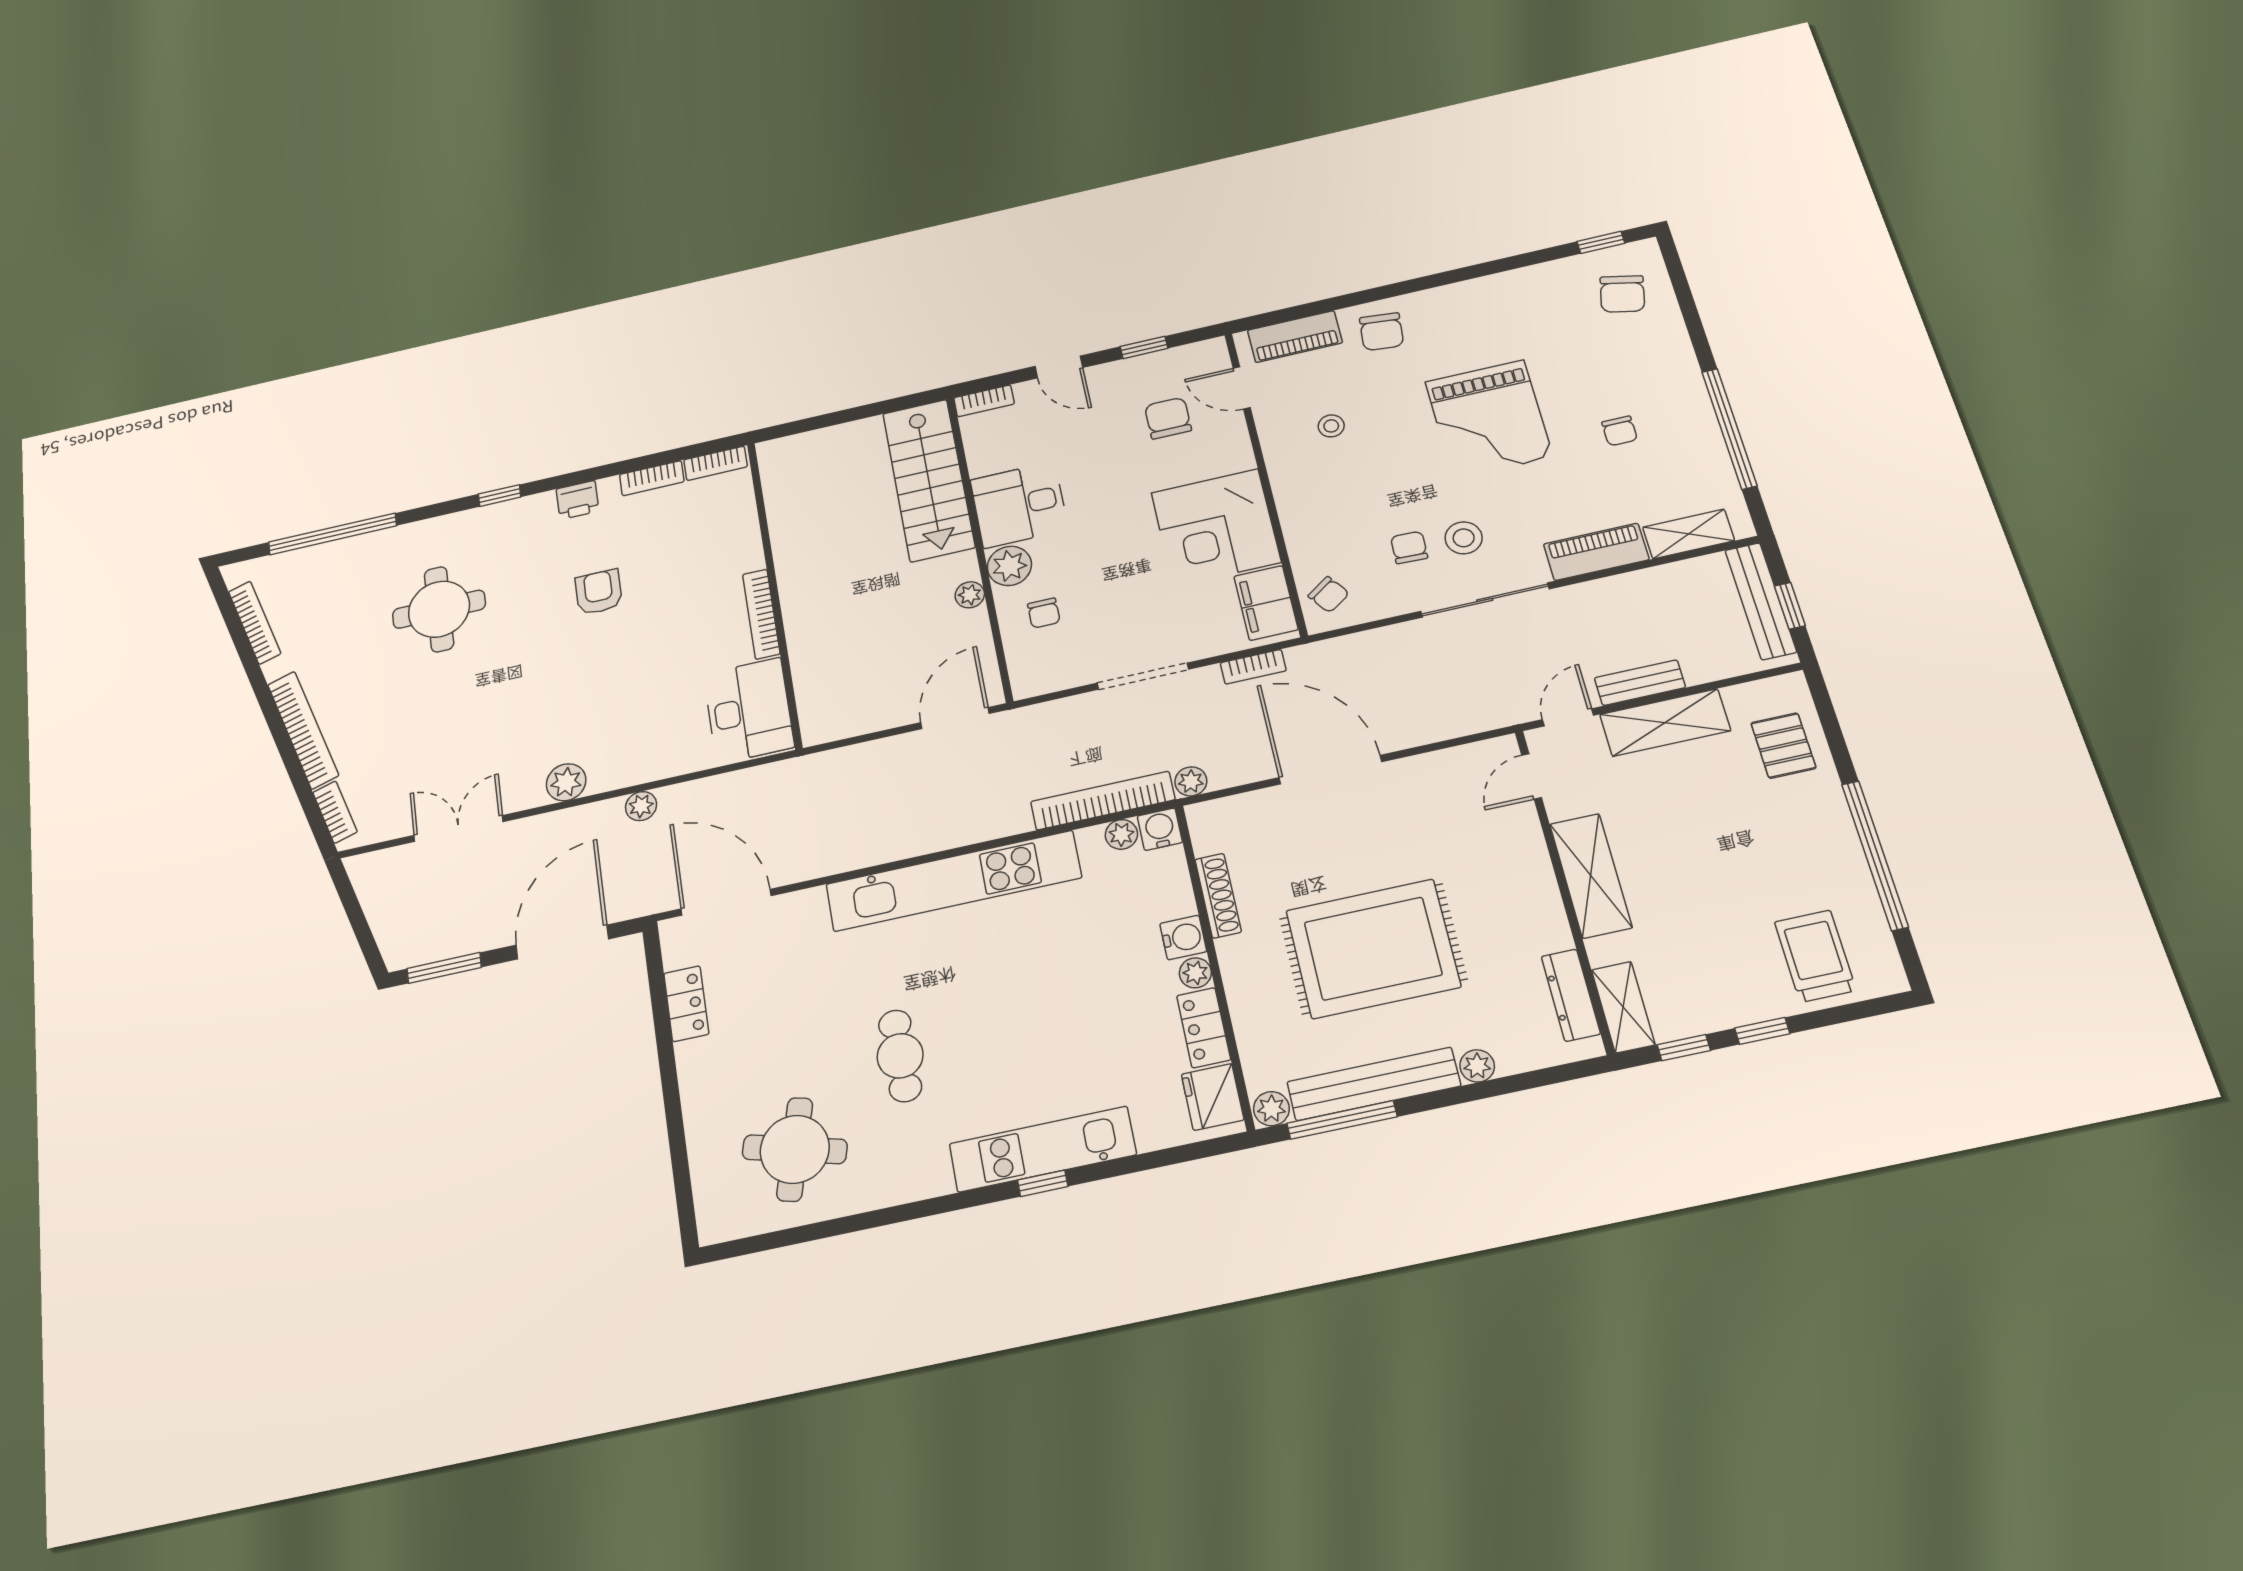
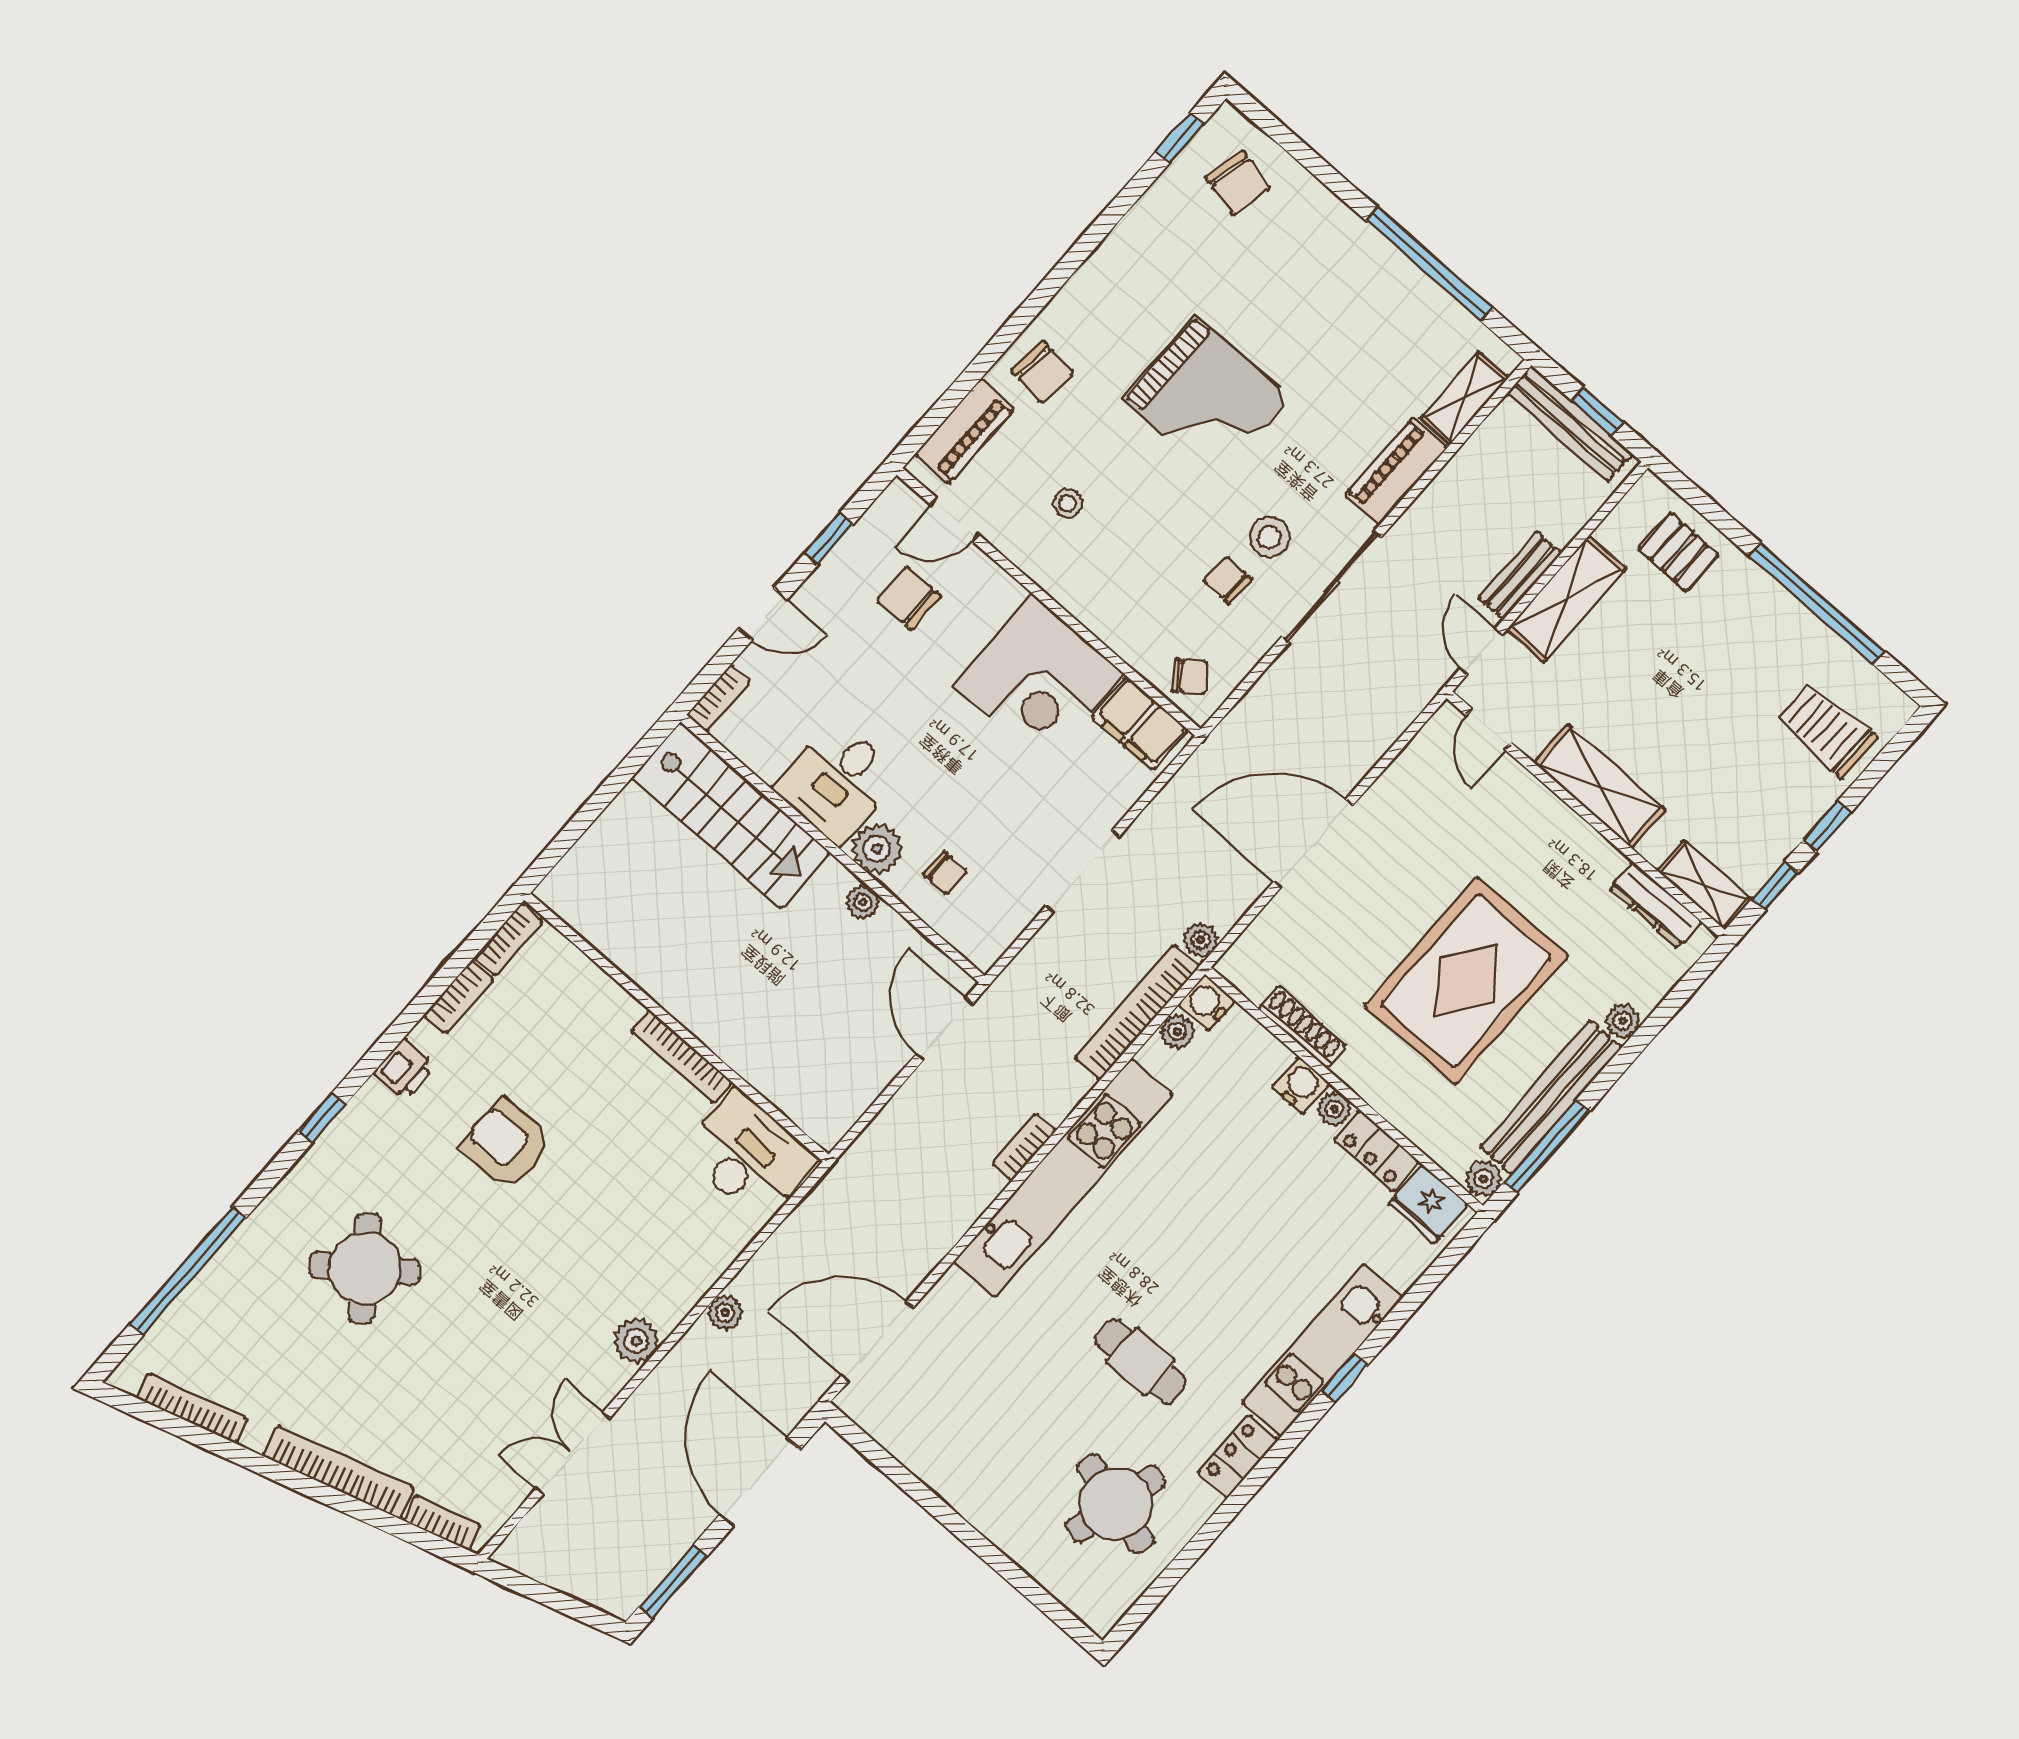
chair: (1620, 431) -> (1333, 332), removed
armchair: (599, 592) -> (507, 1144), width x1.38, depth x1.38
round table: (439, 609) -> (365, 1268), turned -37
bookcase: (1253, 667) -> (1024, 1147), moved, turned 180
locker: (686, 1004) -> (1238, 1456), moved, turned -90

